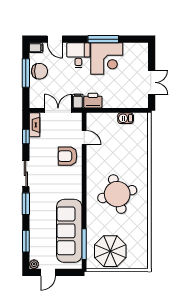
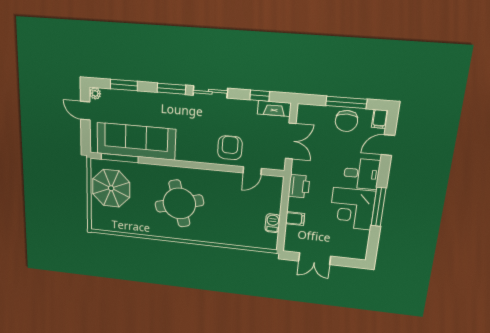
filing cabinet: (78, 101) -> (295, 219), moved

